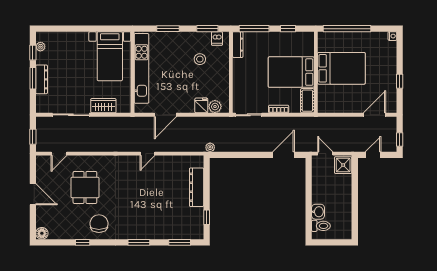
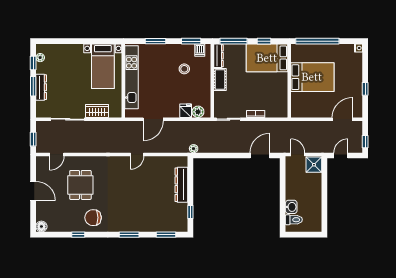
bed: (291, 72) -> (267, 58), moved
cot: (307, 101) -> (220, 79), moved
chair: (99, 224) -> (93, 218), turned -90

